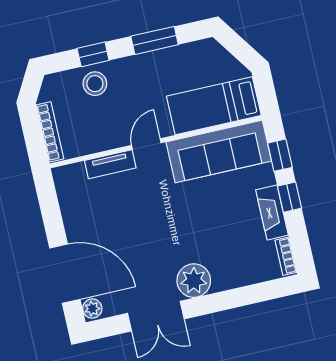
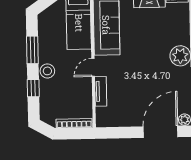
stool: (95, 84) -> (47, 71), moved
door: (146, 144) -> (93, 67), hinge flipped

